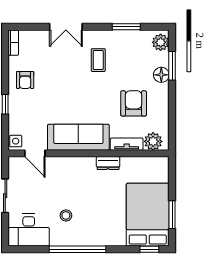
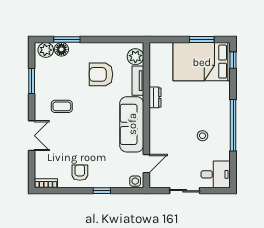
floor lamp: (161, 75) -> (61, 49), moved
armchair: (25, 80) -> (80, 173), turned -90
desk: (29, 230) -> (216, 174), width x0.73

